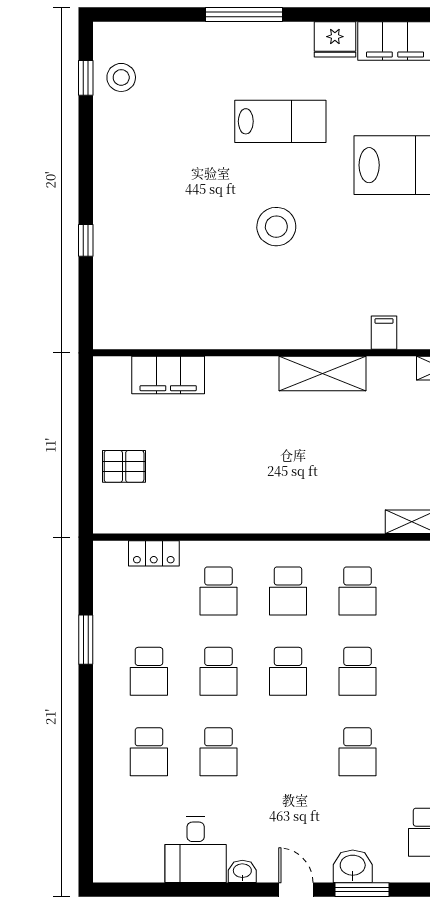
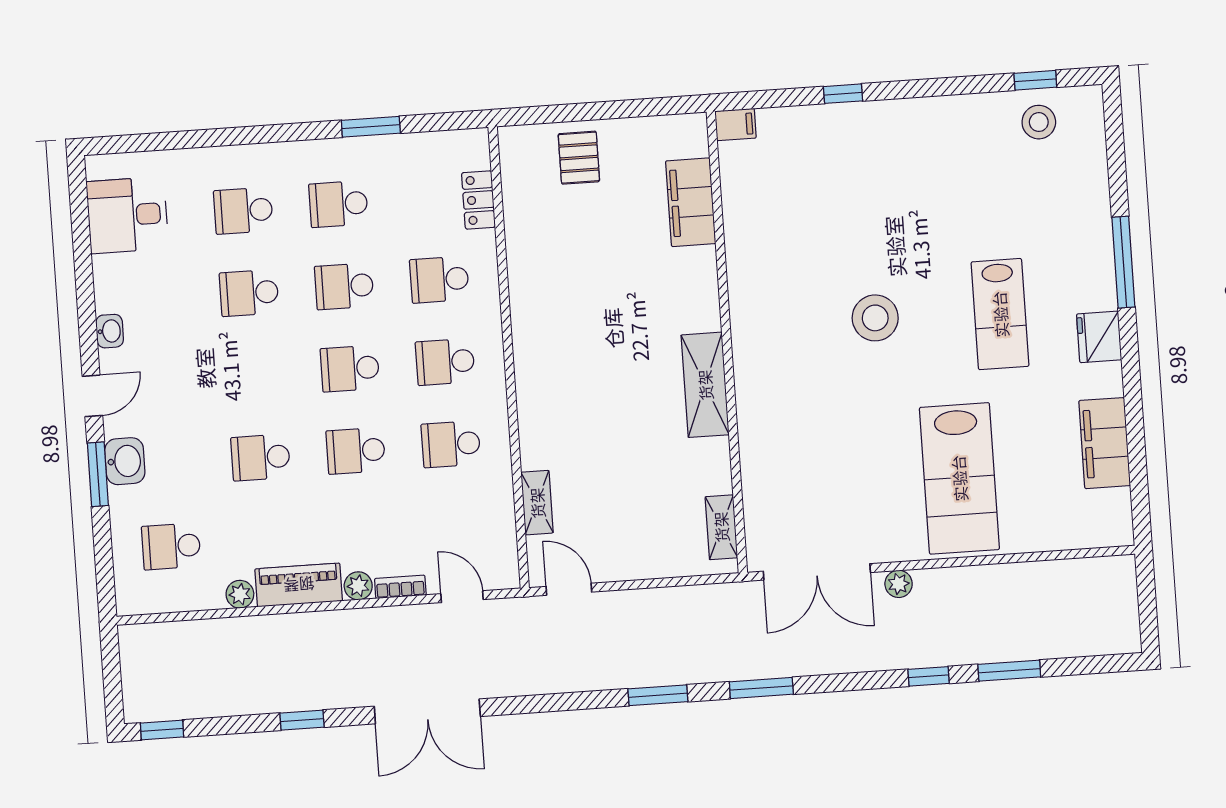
fridge: (335, 39) -> (1099, 337), moved
filing cabinet: (384, 333) -> (735, 125), moved
desk: (196, 850) -> (127, 215), moved

